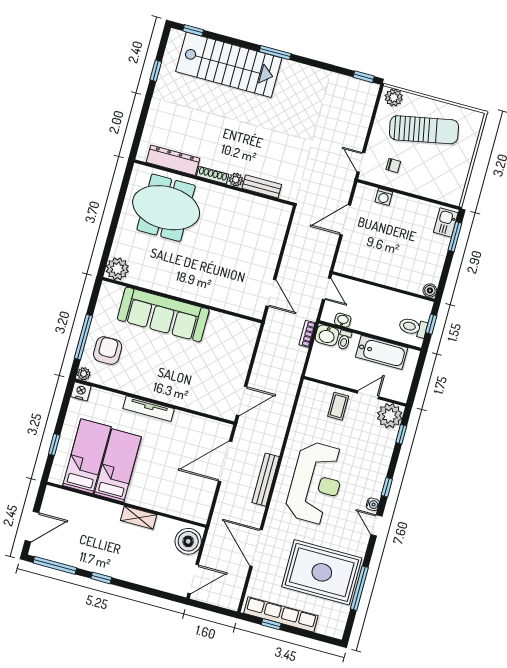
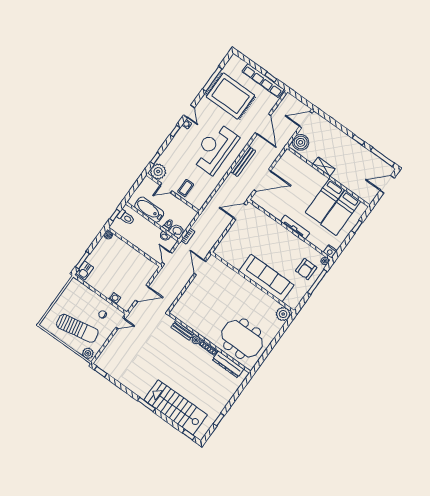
sun lounger: (424, 130) -> (77, 328), turned 180
door: (361, 162) -> (120, 323), hinge flipped

